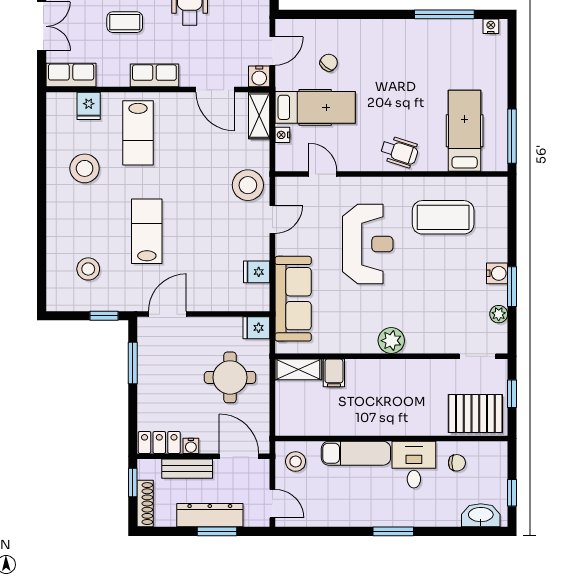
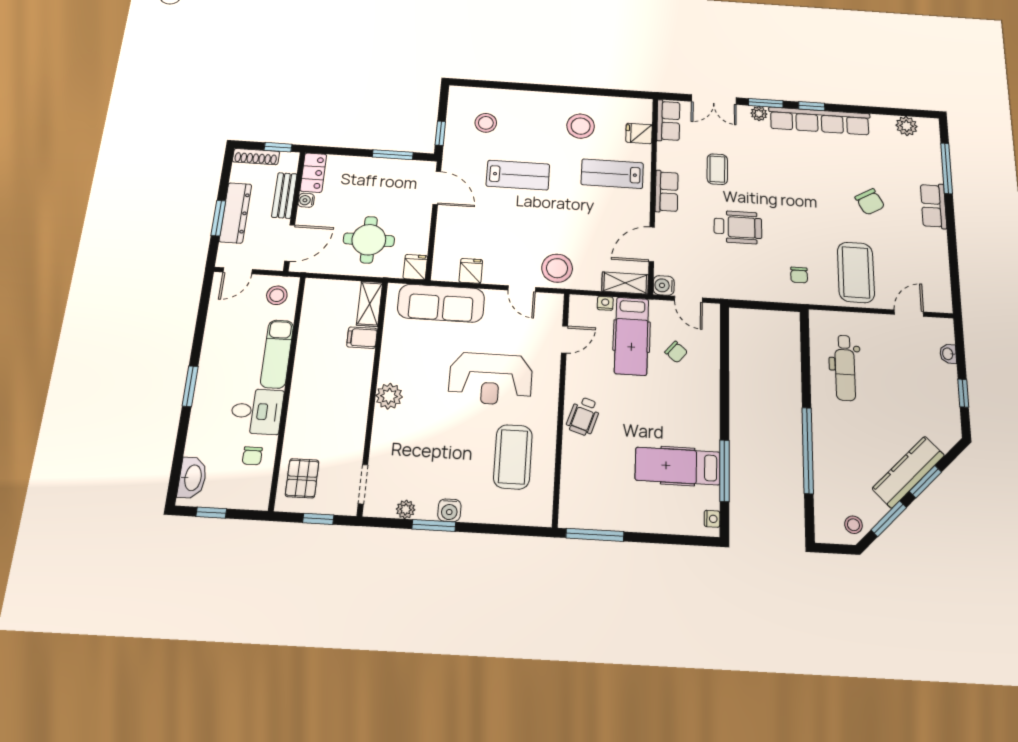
hospital bed: (465, 131) -> (678, 466), moved, turned 180
pallet: (475, 414) -> (302, 478), width x0.67, depth x0.71

